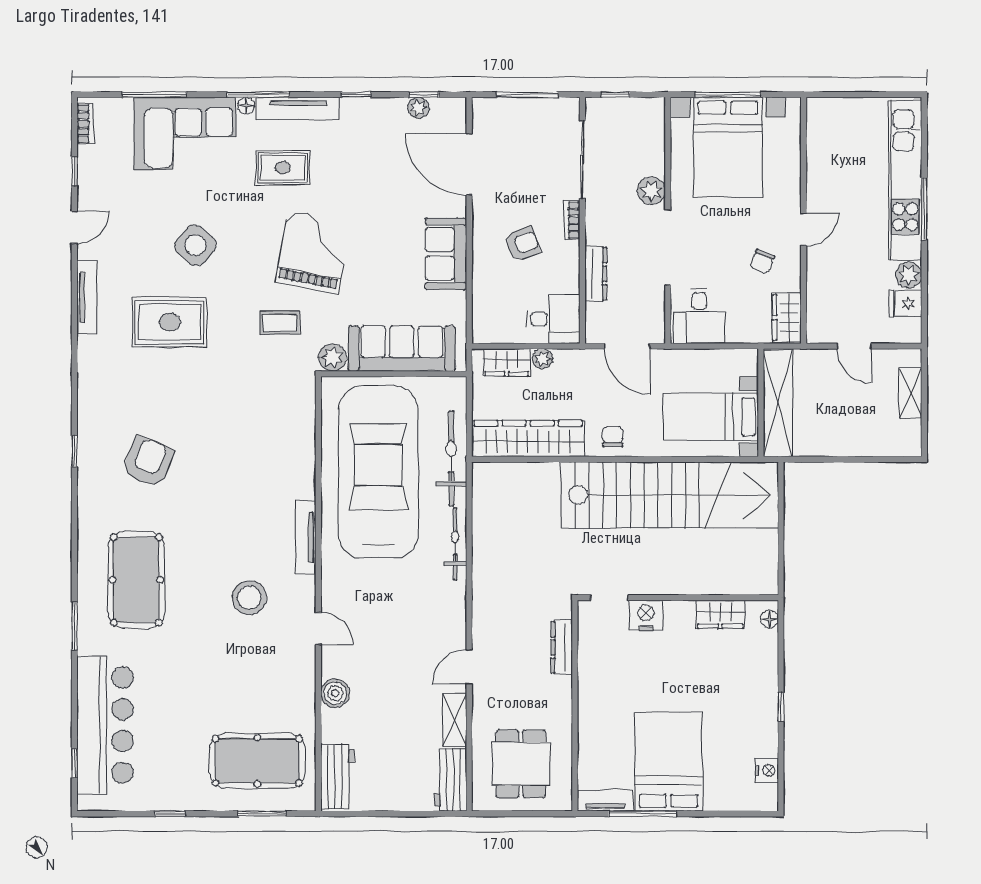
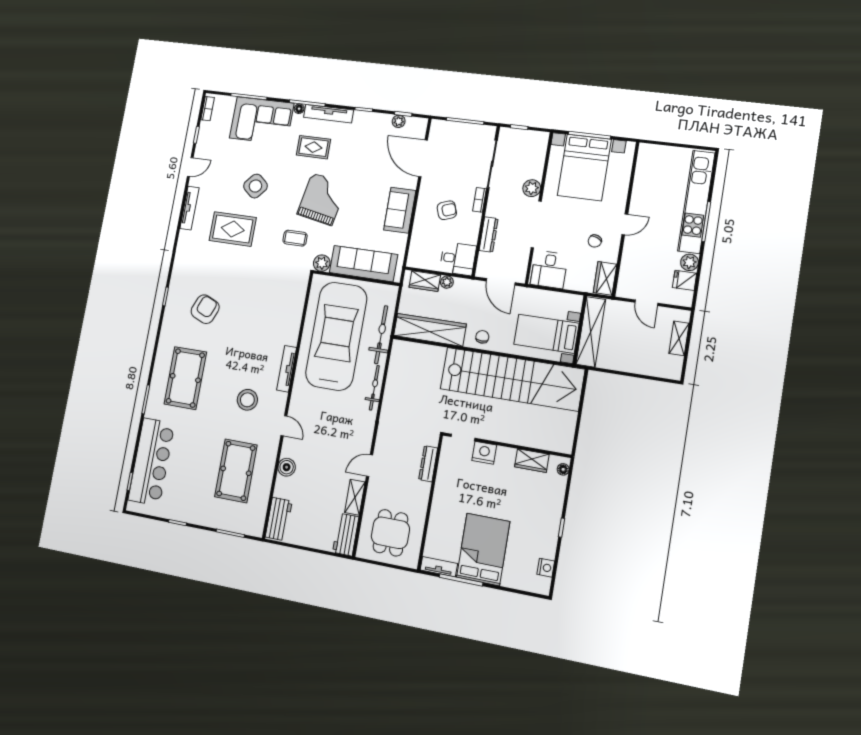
pool table: (257, 761) -> (236, 471), moved, turned 90

